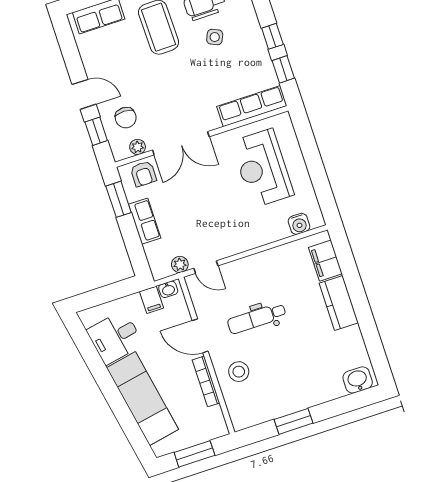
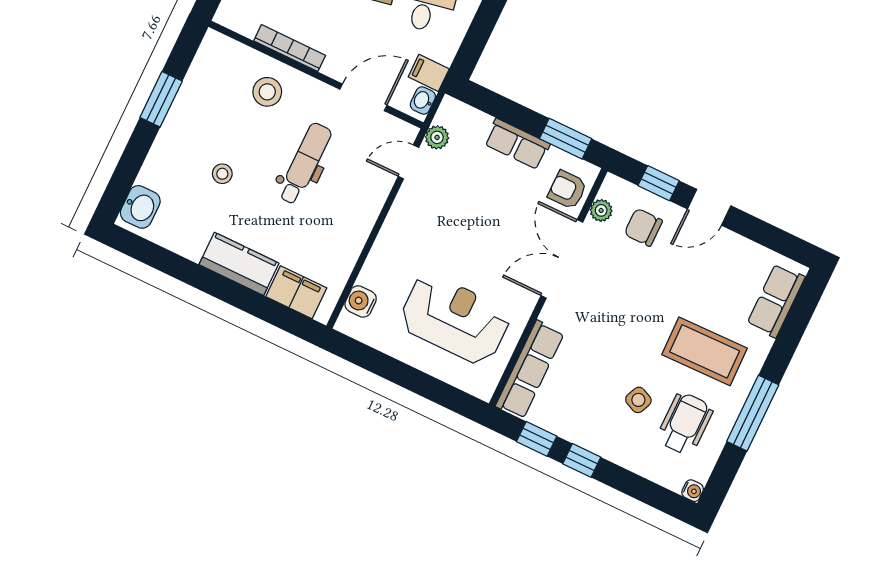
door: (200, 336) -> (363, 97), moved
stool: (301, 355) -> (222, 174), added

